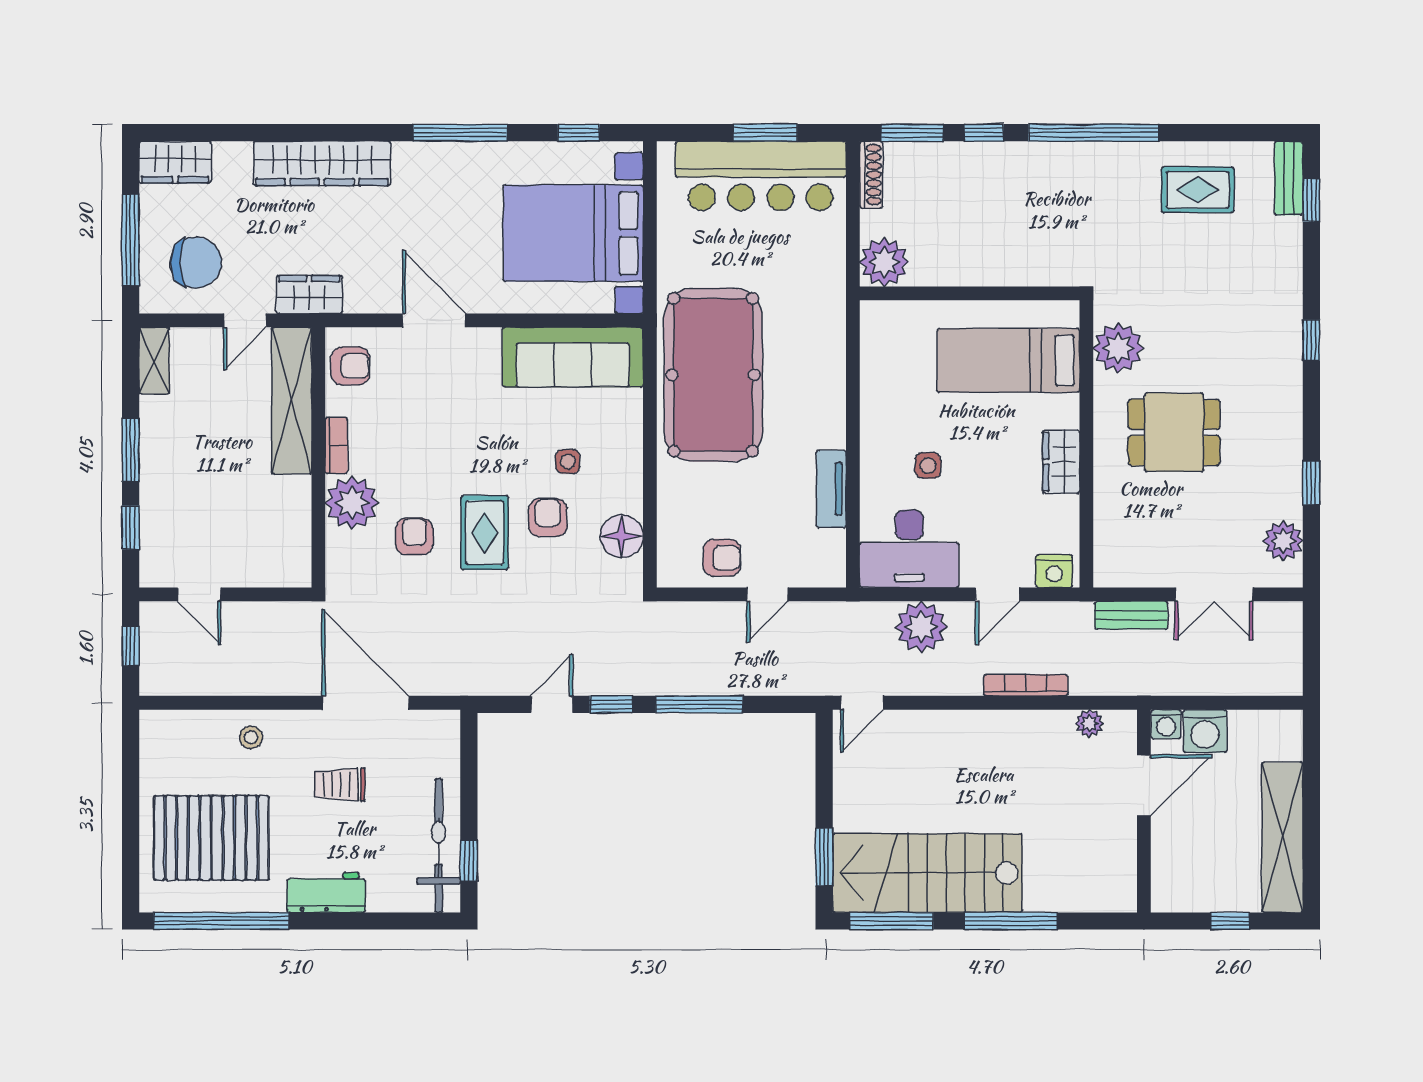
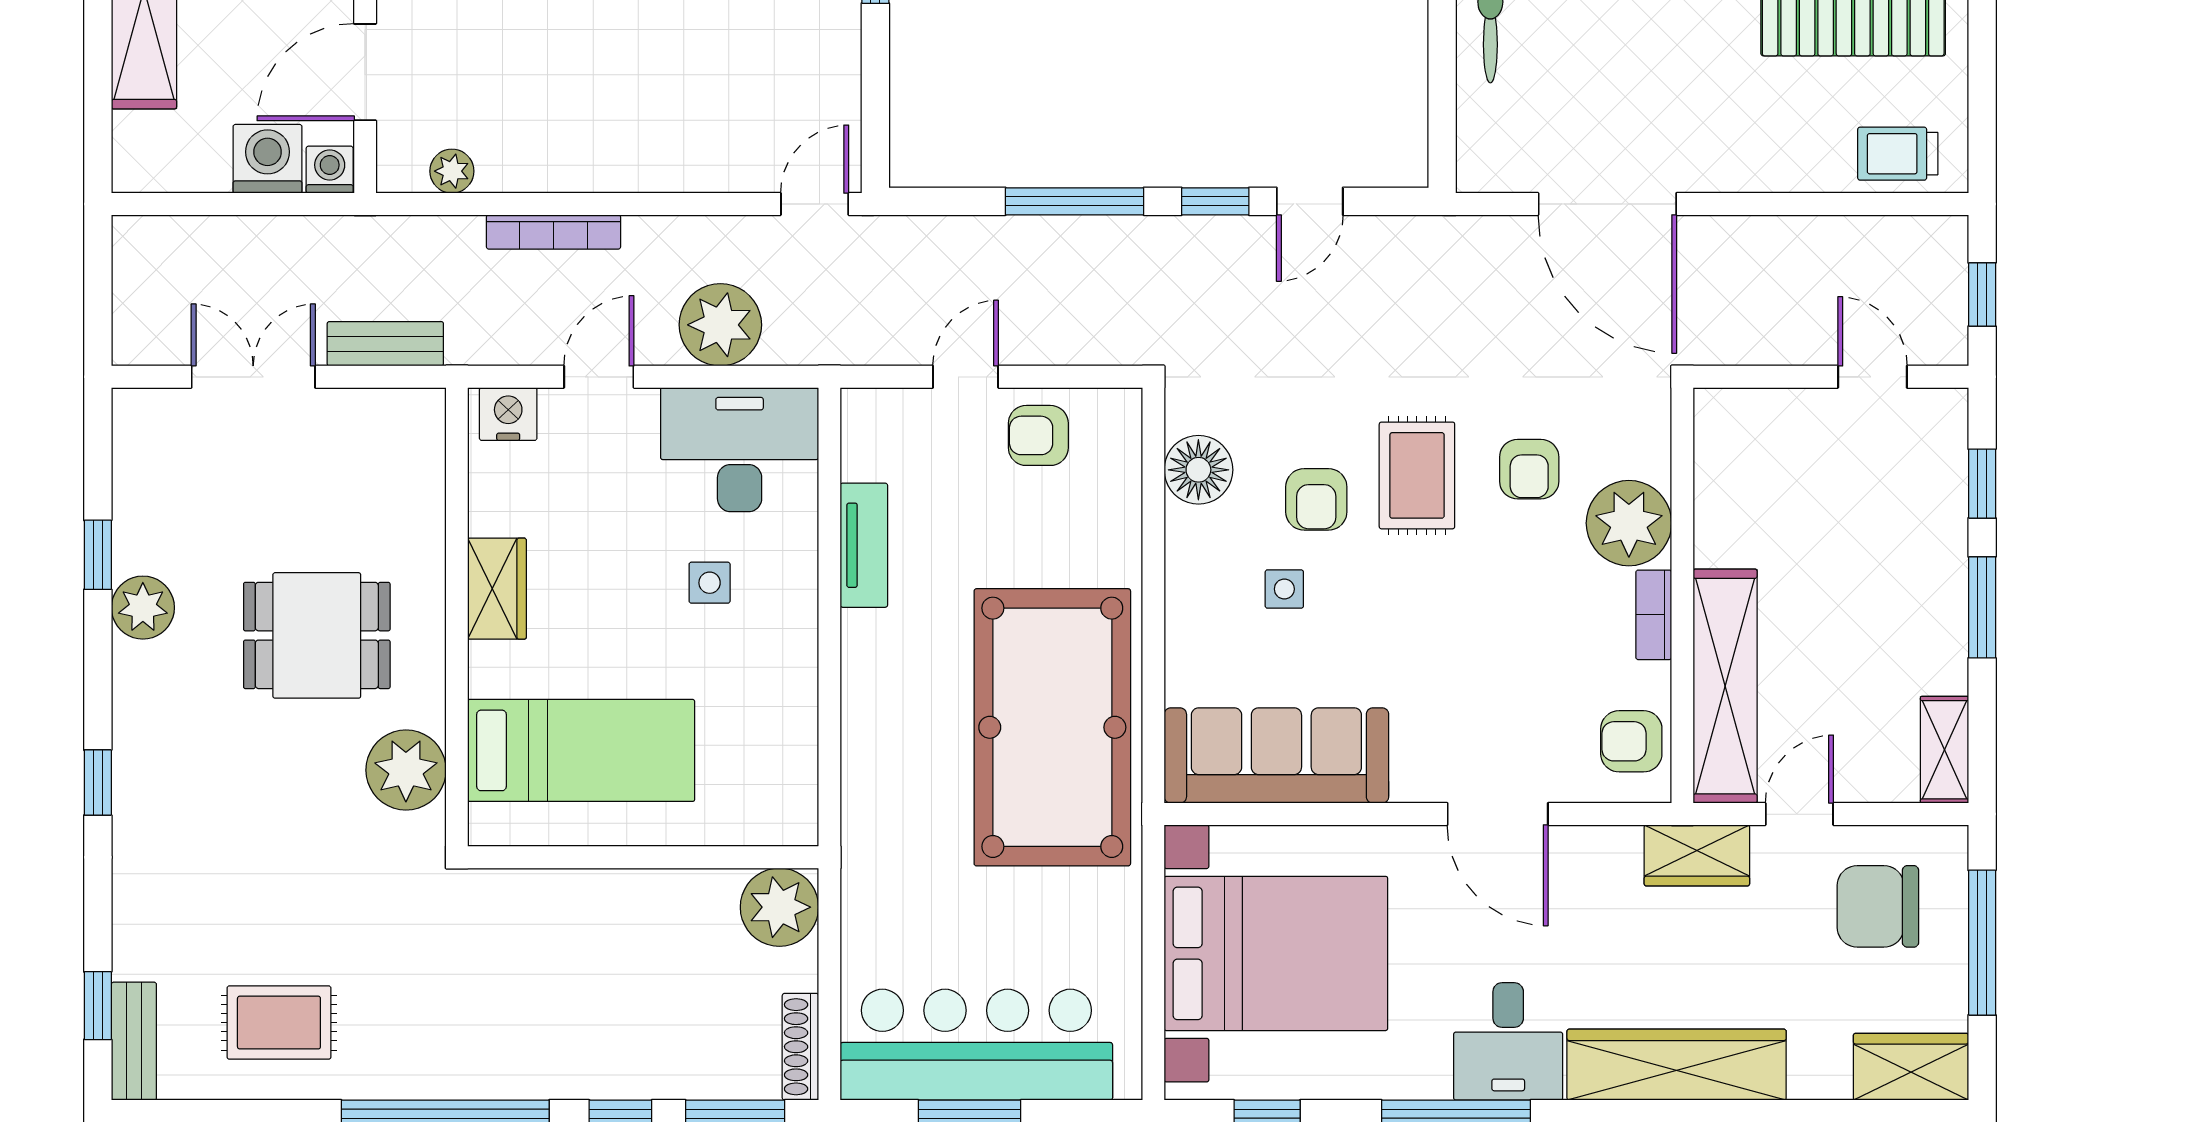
desk: (428, 178) -> (1508, 1041), added
plant: (1283, 541) -> (143, 608), moved
stool: (251, 737) -> (1790, 149), removed
trolley: (340, 785) -> (1898, 154), moved, turned 180

